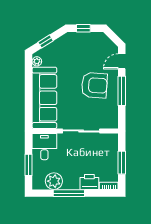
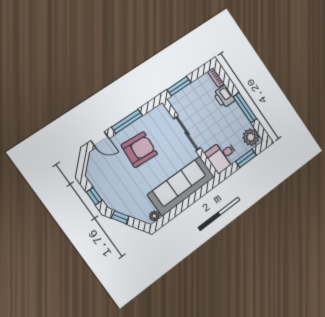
window: (46, 41) -> (120, 217), moved
armchair: (94, 85) -> (139, 150), turned 90
window: (122, 163) -> (179, 86), moved
plant: (54, 181) -> (251, 137), moved

